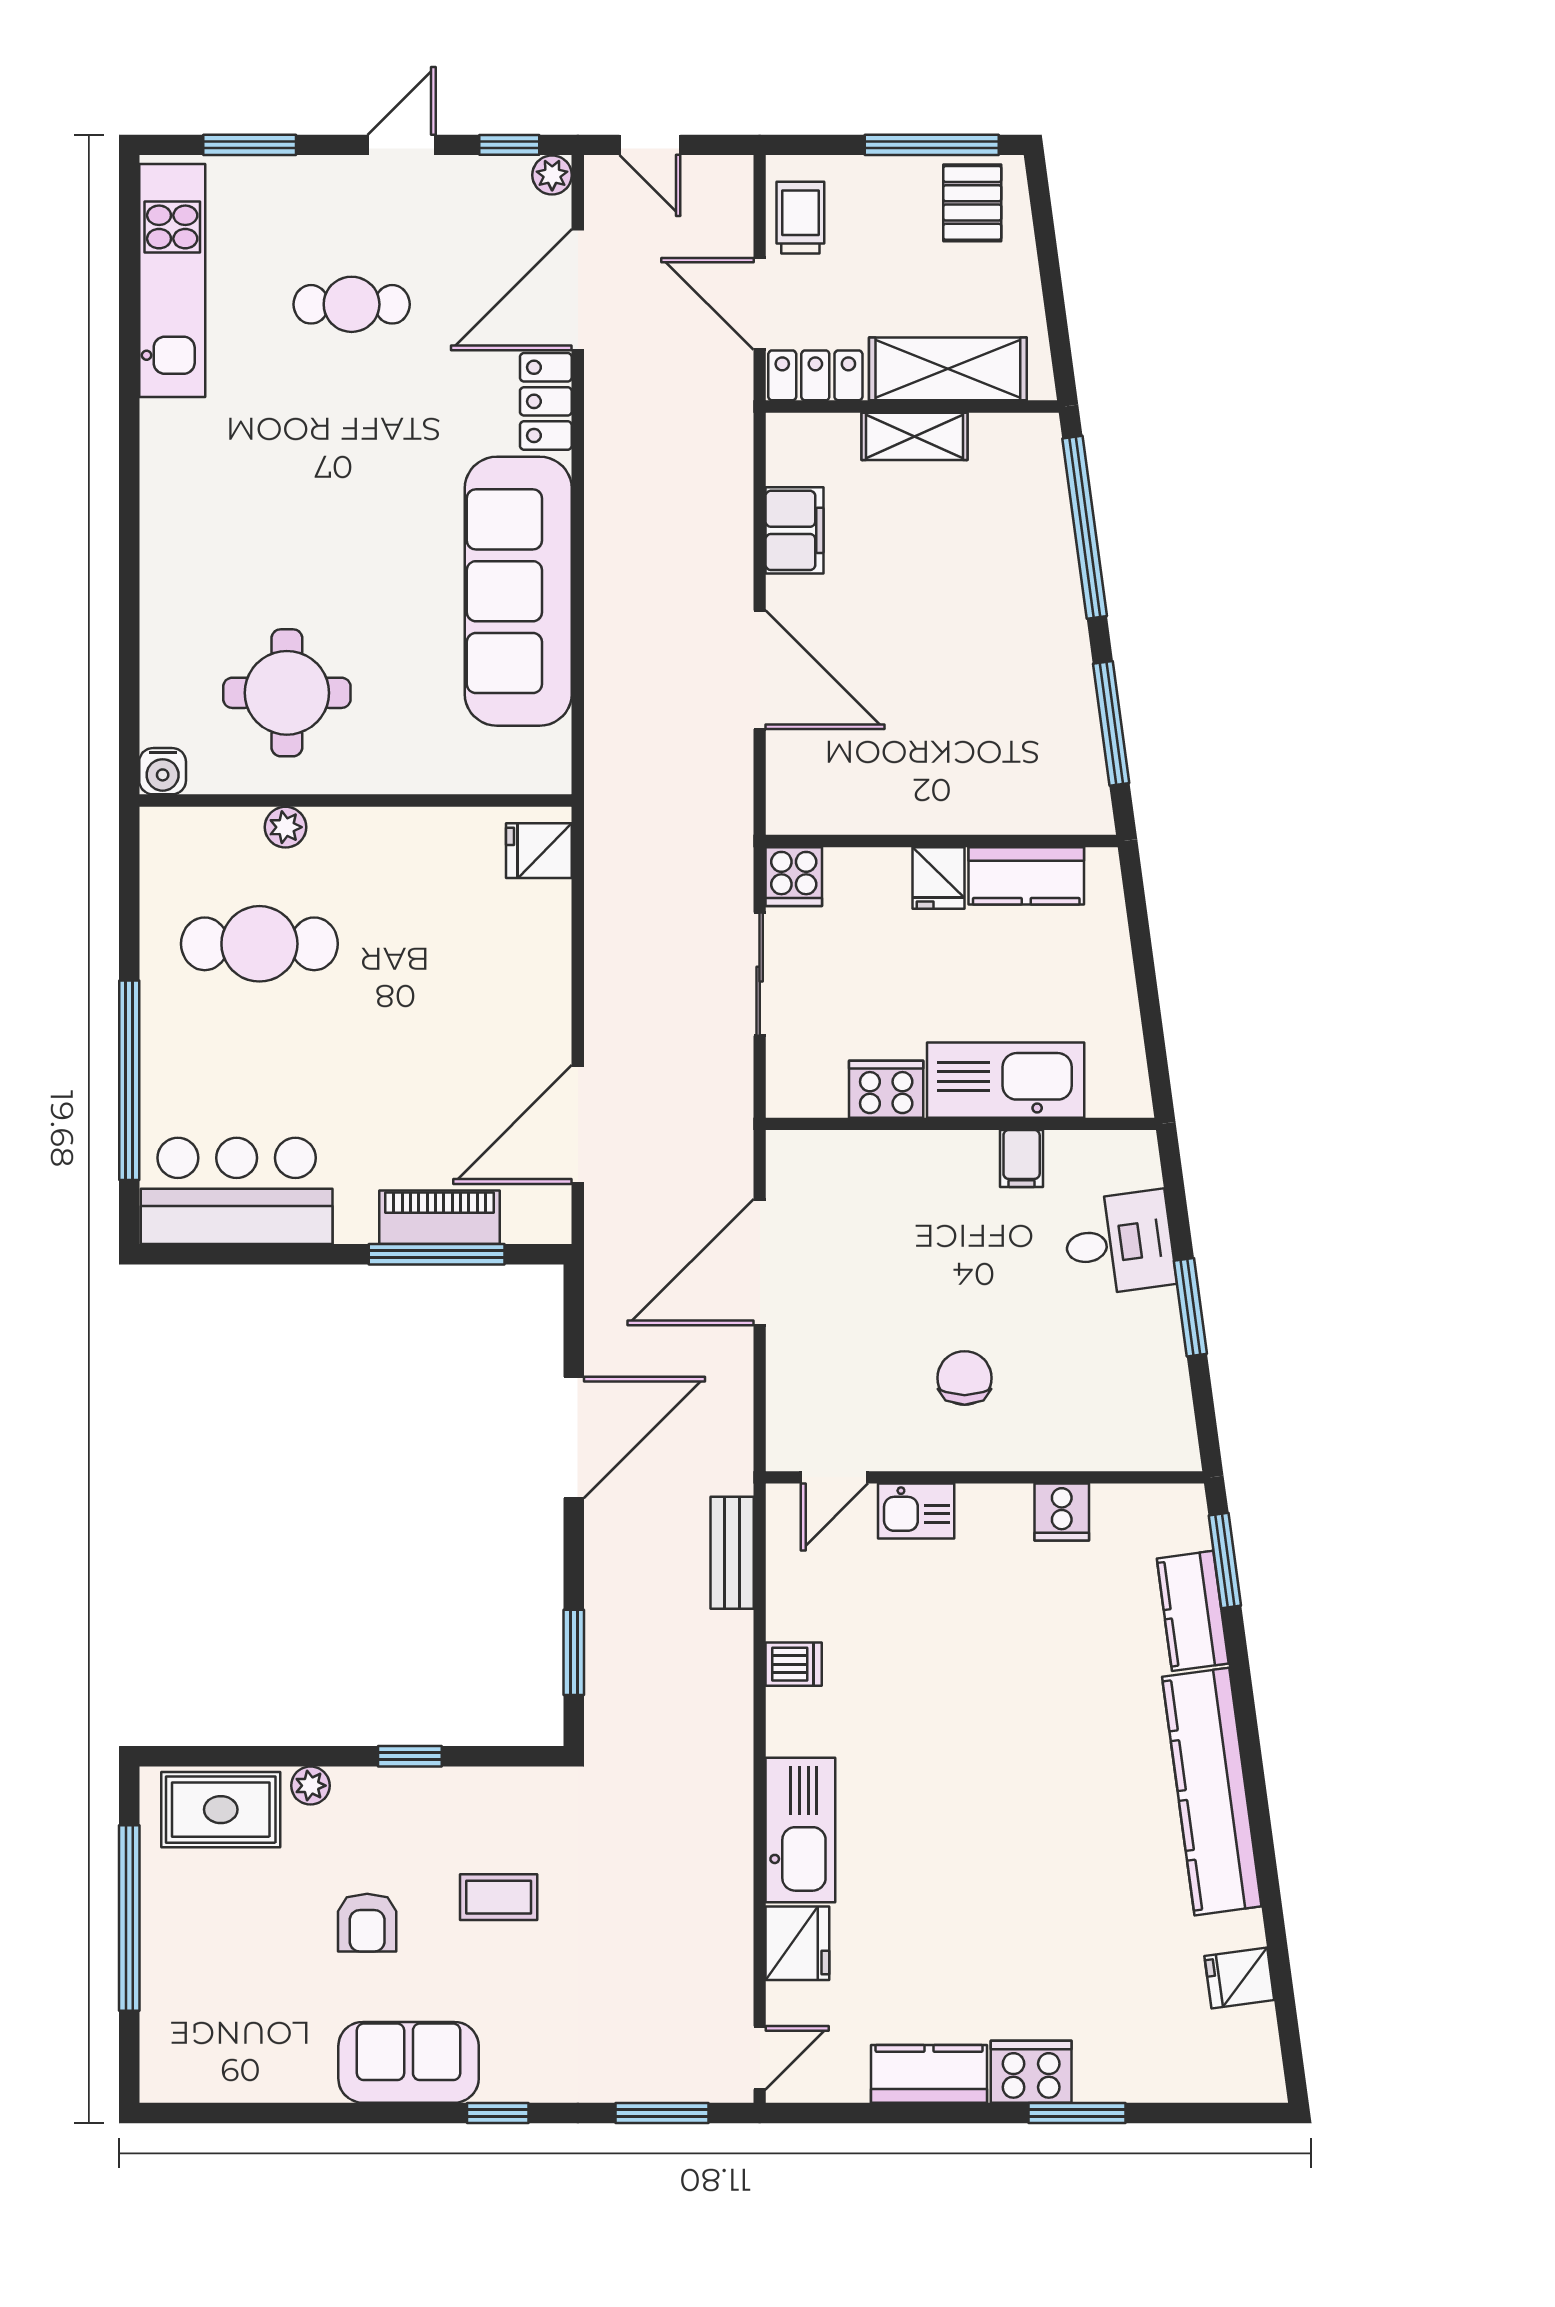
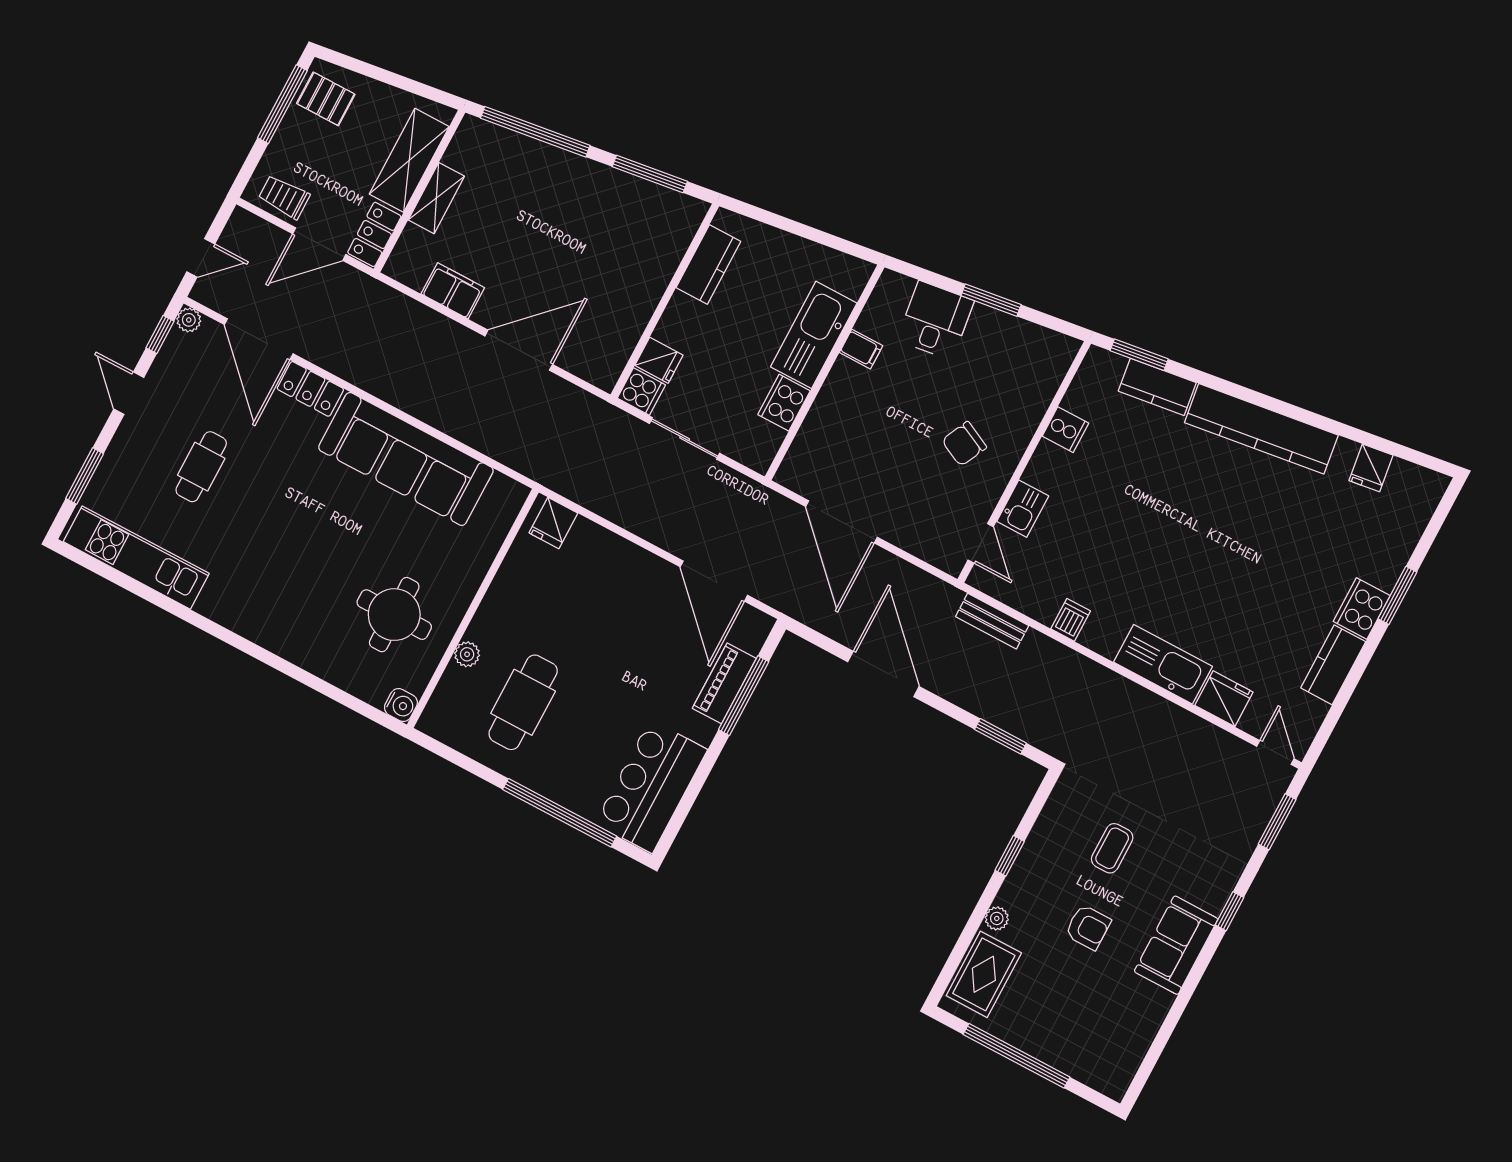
fridge: (939, 878) -> (659, 360), moved
chair: (965, 1378) -> (964, 444), turned -64

